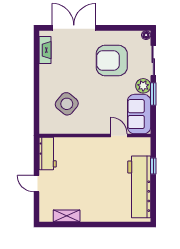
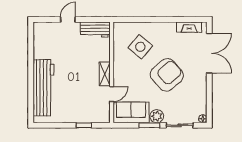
armchair: (112, 60) -> (167, 75), moved, turned 49
workbench: (139, 187) -> (43, 88), moved, turned 90
shelving: (67, 216) -> (105, 74), moved

